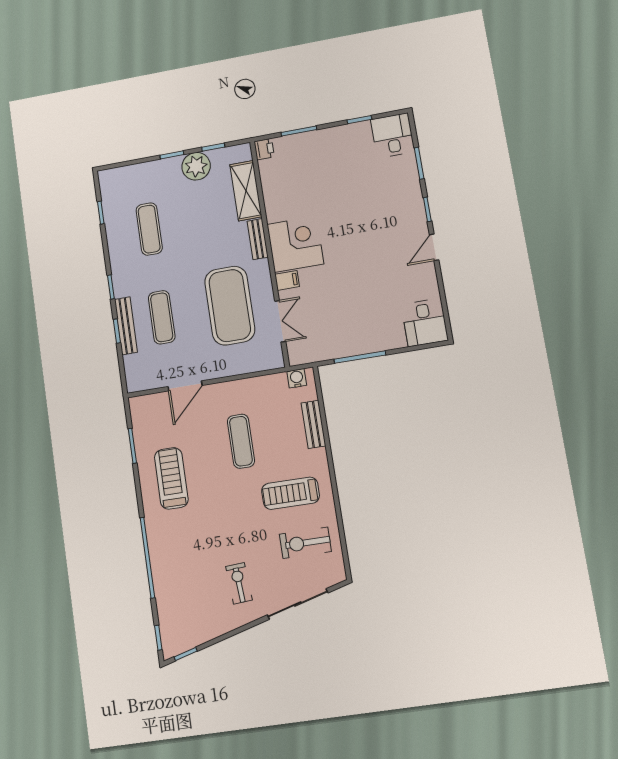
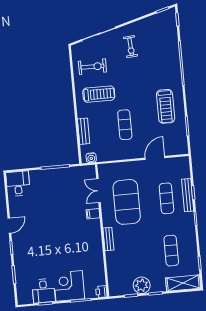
desk: (393, 135) -> (43, 291), moved
shelving: (246, 191) -> (183, 283), moved, turned 90
corner desk: (295, 244) -> (69, 286), moved, turned 90

